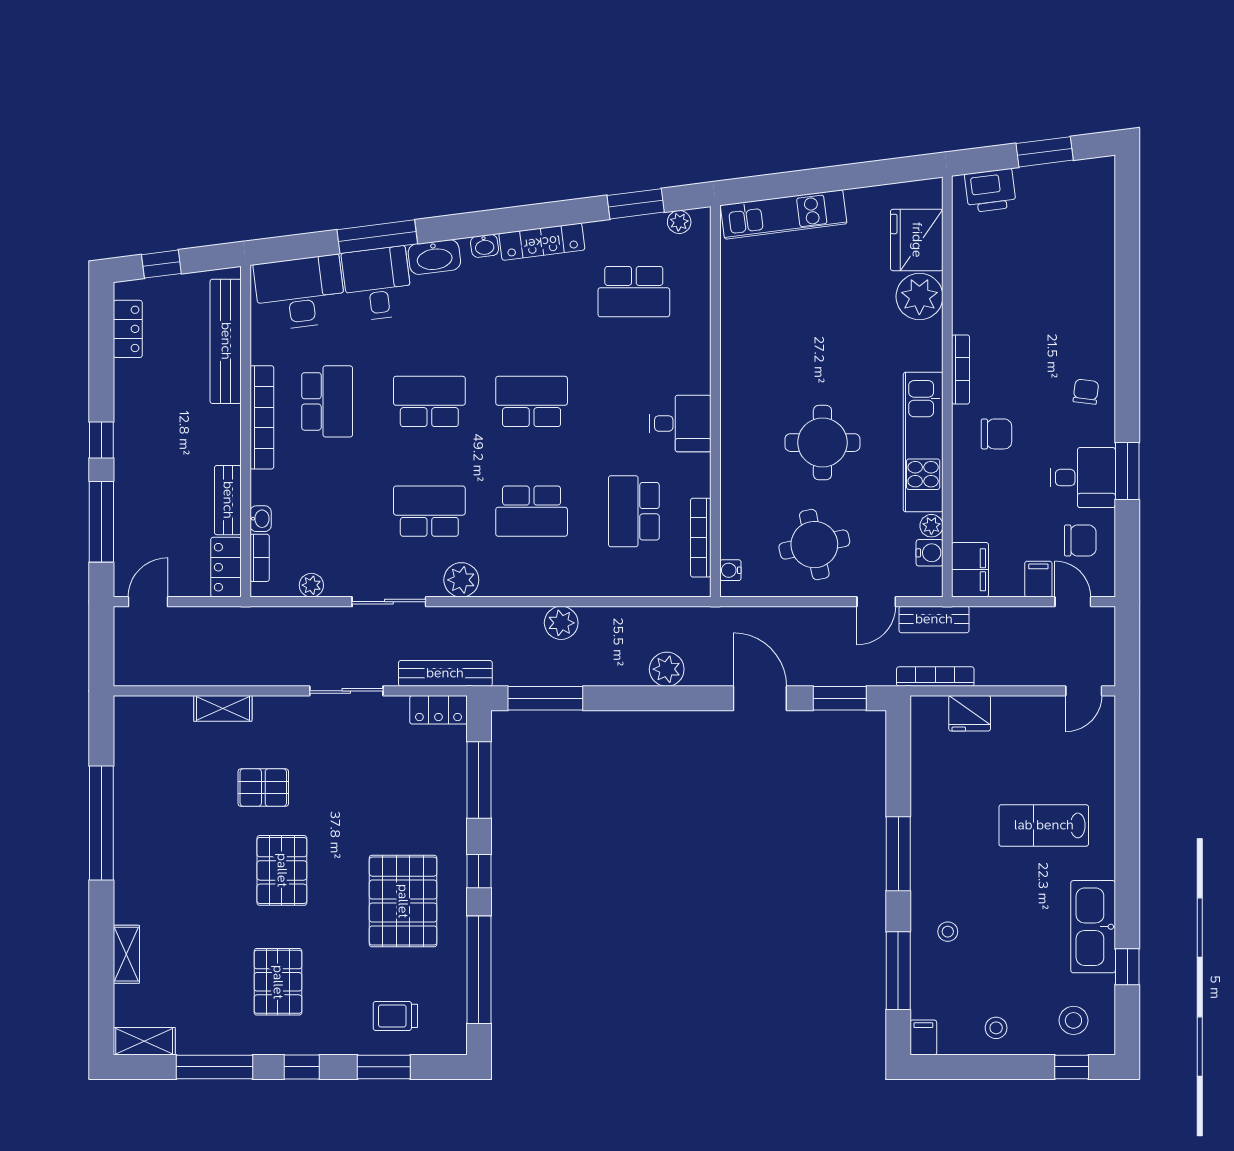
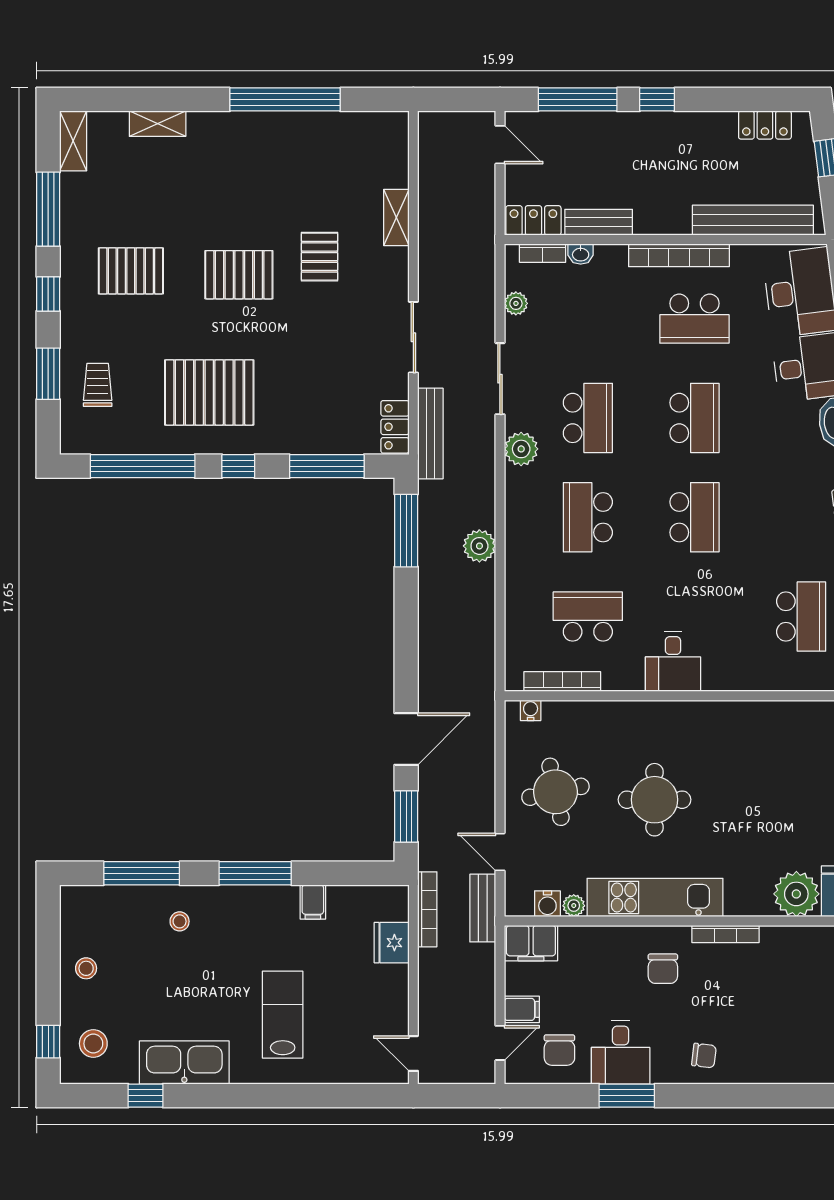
school desk: (634, 292) -> (801, 617), turned 180
plant: (667, 669) -> (434, 648), removed
filing cabinet: (923, 1037) -> (313, 902), moved, turned 90

